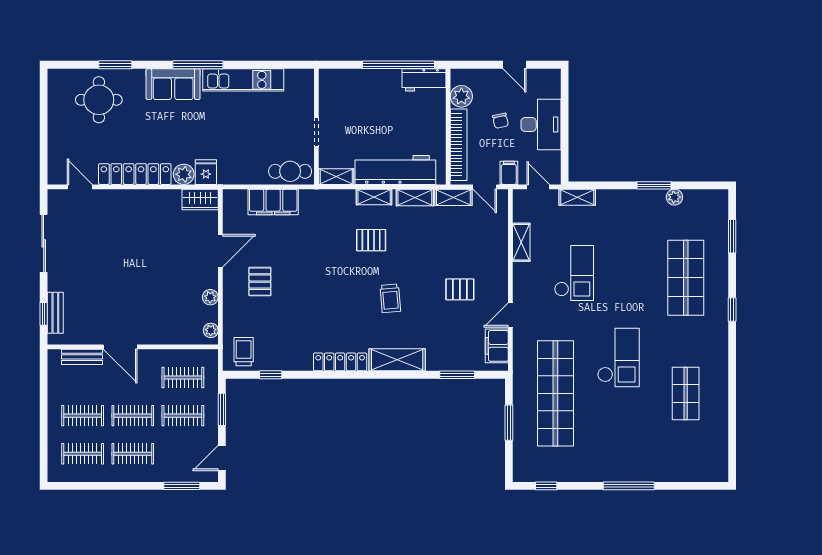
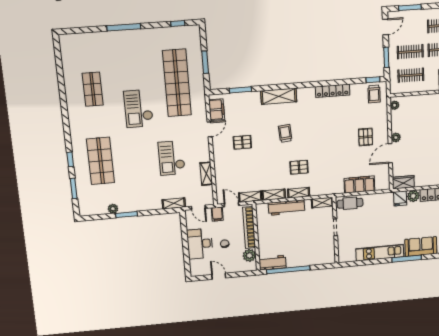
workbench: (395, 170) -> (286, 208), width x0.73, depth x0.76
plant: (210, 297) -> (396, 137), moved
window: (732, 309) -> (70, 159), moved
locker: (340, 362) -> (333, 91), moved
window: (271, 375) -> (373, 80), moved

